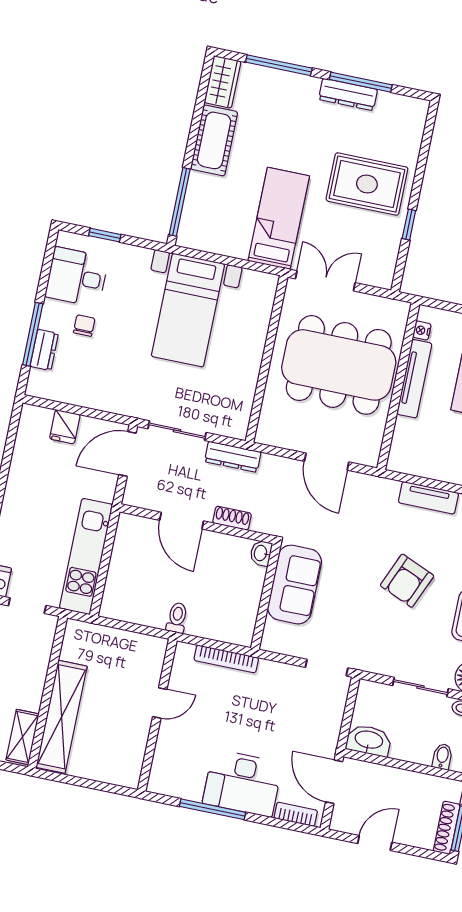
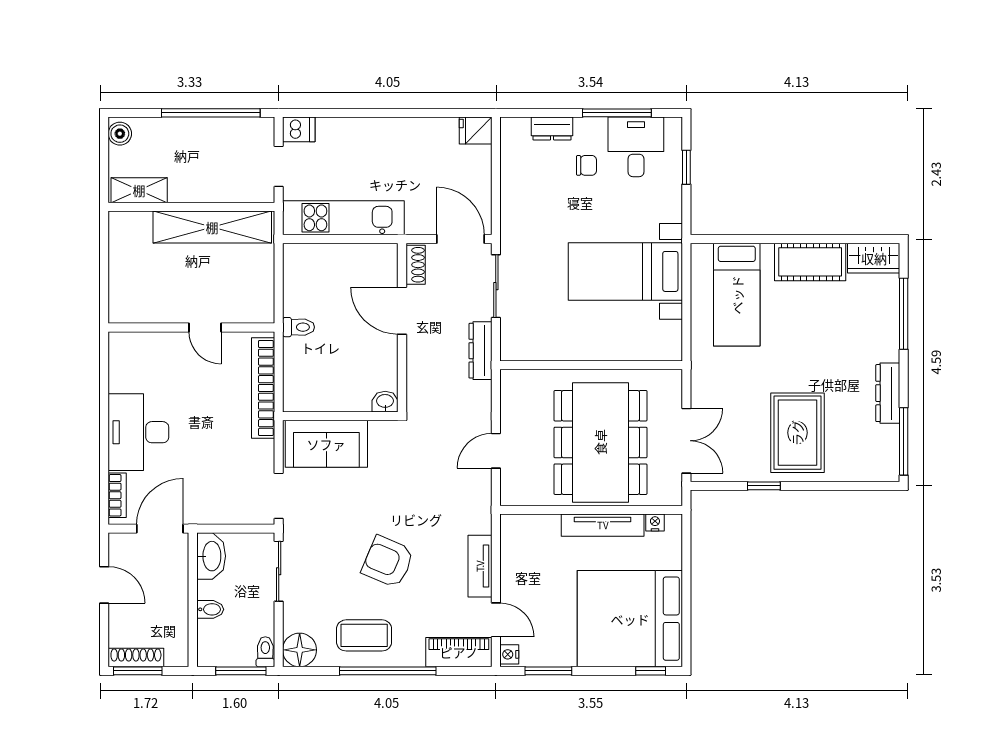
window: (361, 82) -> (904, 441), moved
window: (180, 202) -> (738, 239), removed
bed: (279, 218) -> (737, 295), moved, turned 90
double door: (325, 281) -> (686, 441), moved
window: (33, 334) -> (617, 113), moved
fridge: (65, 427) -> (476, 131), moved
door: (327, 462) -> (496, 451), width x0.73
shoe rack: (232, 518) -> (416, 265), moved
door: (182, 521) -> (402, 311), hinge flipped
sofa: (295, 585) -> (326, 444), moved
bookcase: (226, 659) -> (263, 388), width x1.48, depth x1.31
sliding door: (420, 687) -> (279, 571), moved
shelving: (62, 717) -> (212, 227), moved
bidet: (442, 756) -> (210, 609), moved
window: (213, 809) -> (104, 406), removed

